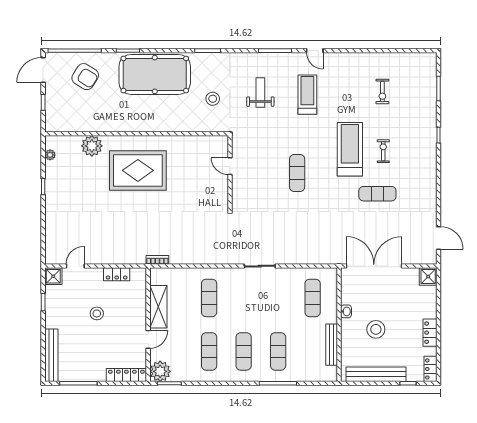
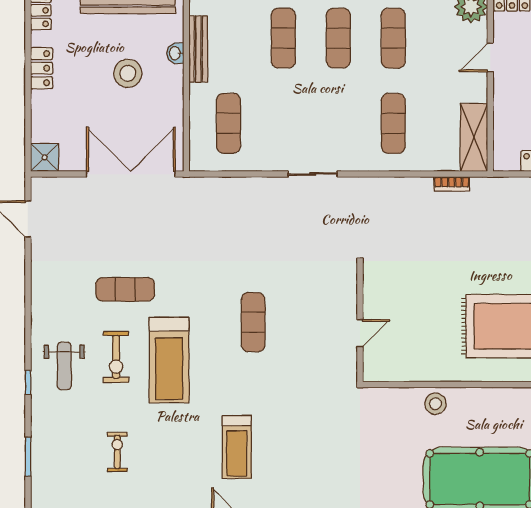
weight bench: (260, 93) -> (64, 366), moved
stool: (213, 99) -> (436, 404), moved
exercise bike: (383, 151) -> (116, 357), width x1.38, depth x1.39
door: (230, 166) -> (360, 333), hinge flipped
bookcase: (157, 260) -> (452, 184), moved
double door: (374, 266) -> (131, 174), swing flipped
shelving: (158, 307) -> (474, 137), moved
washbasin: (346, 311) -> (175, 53), moved

